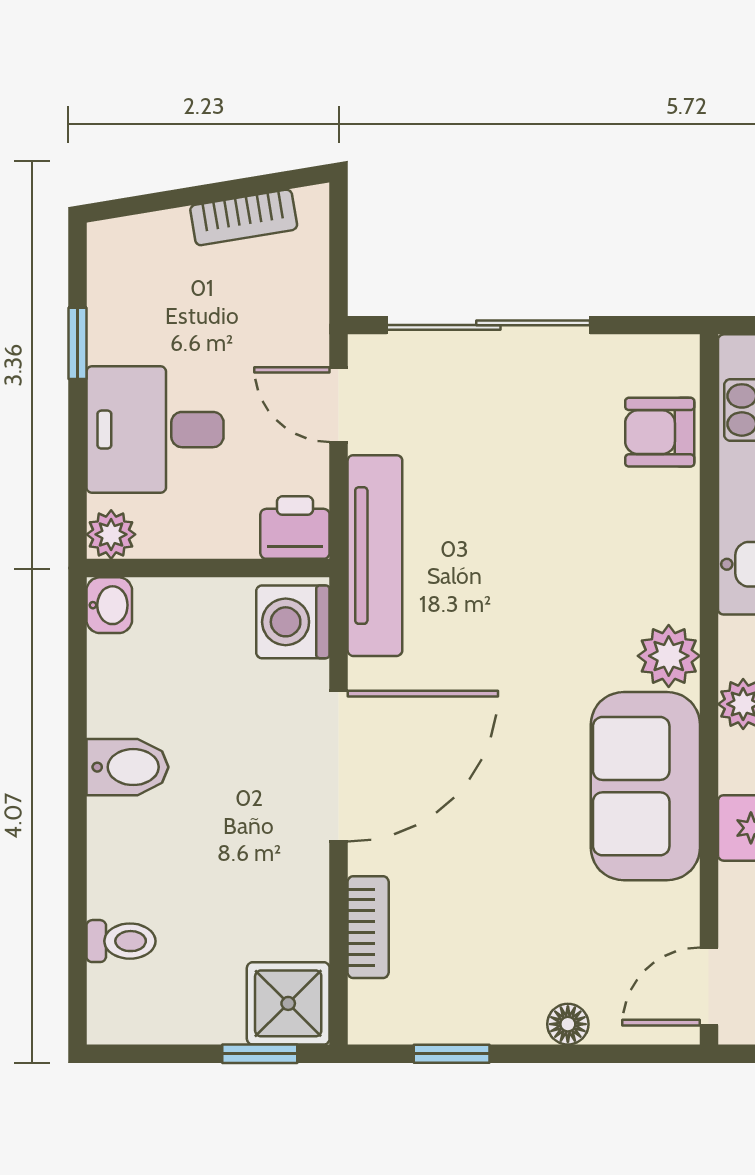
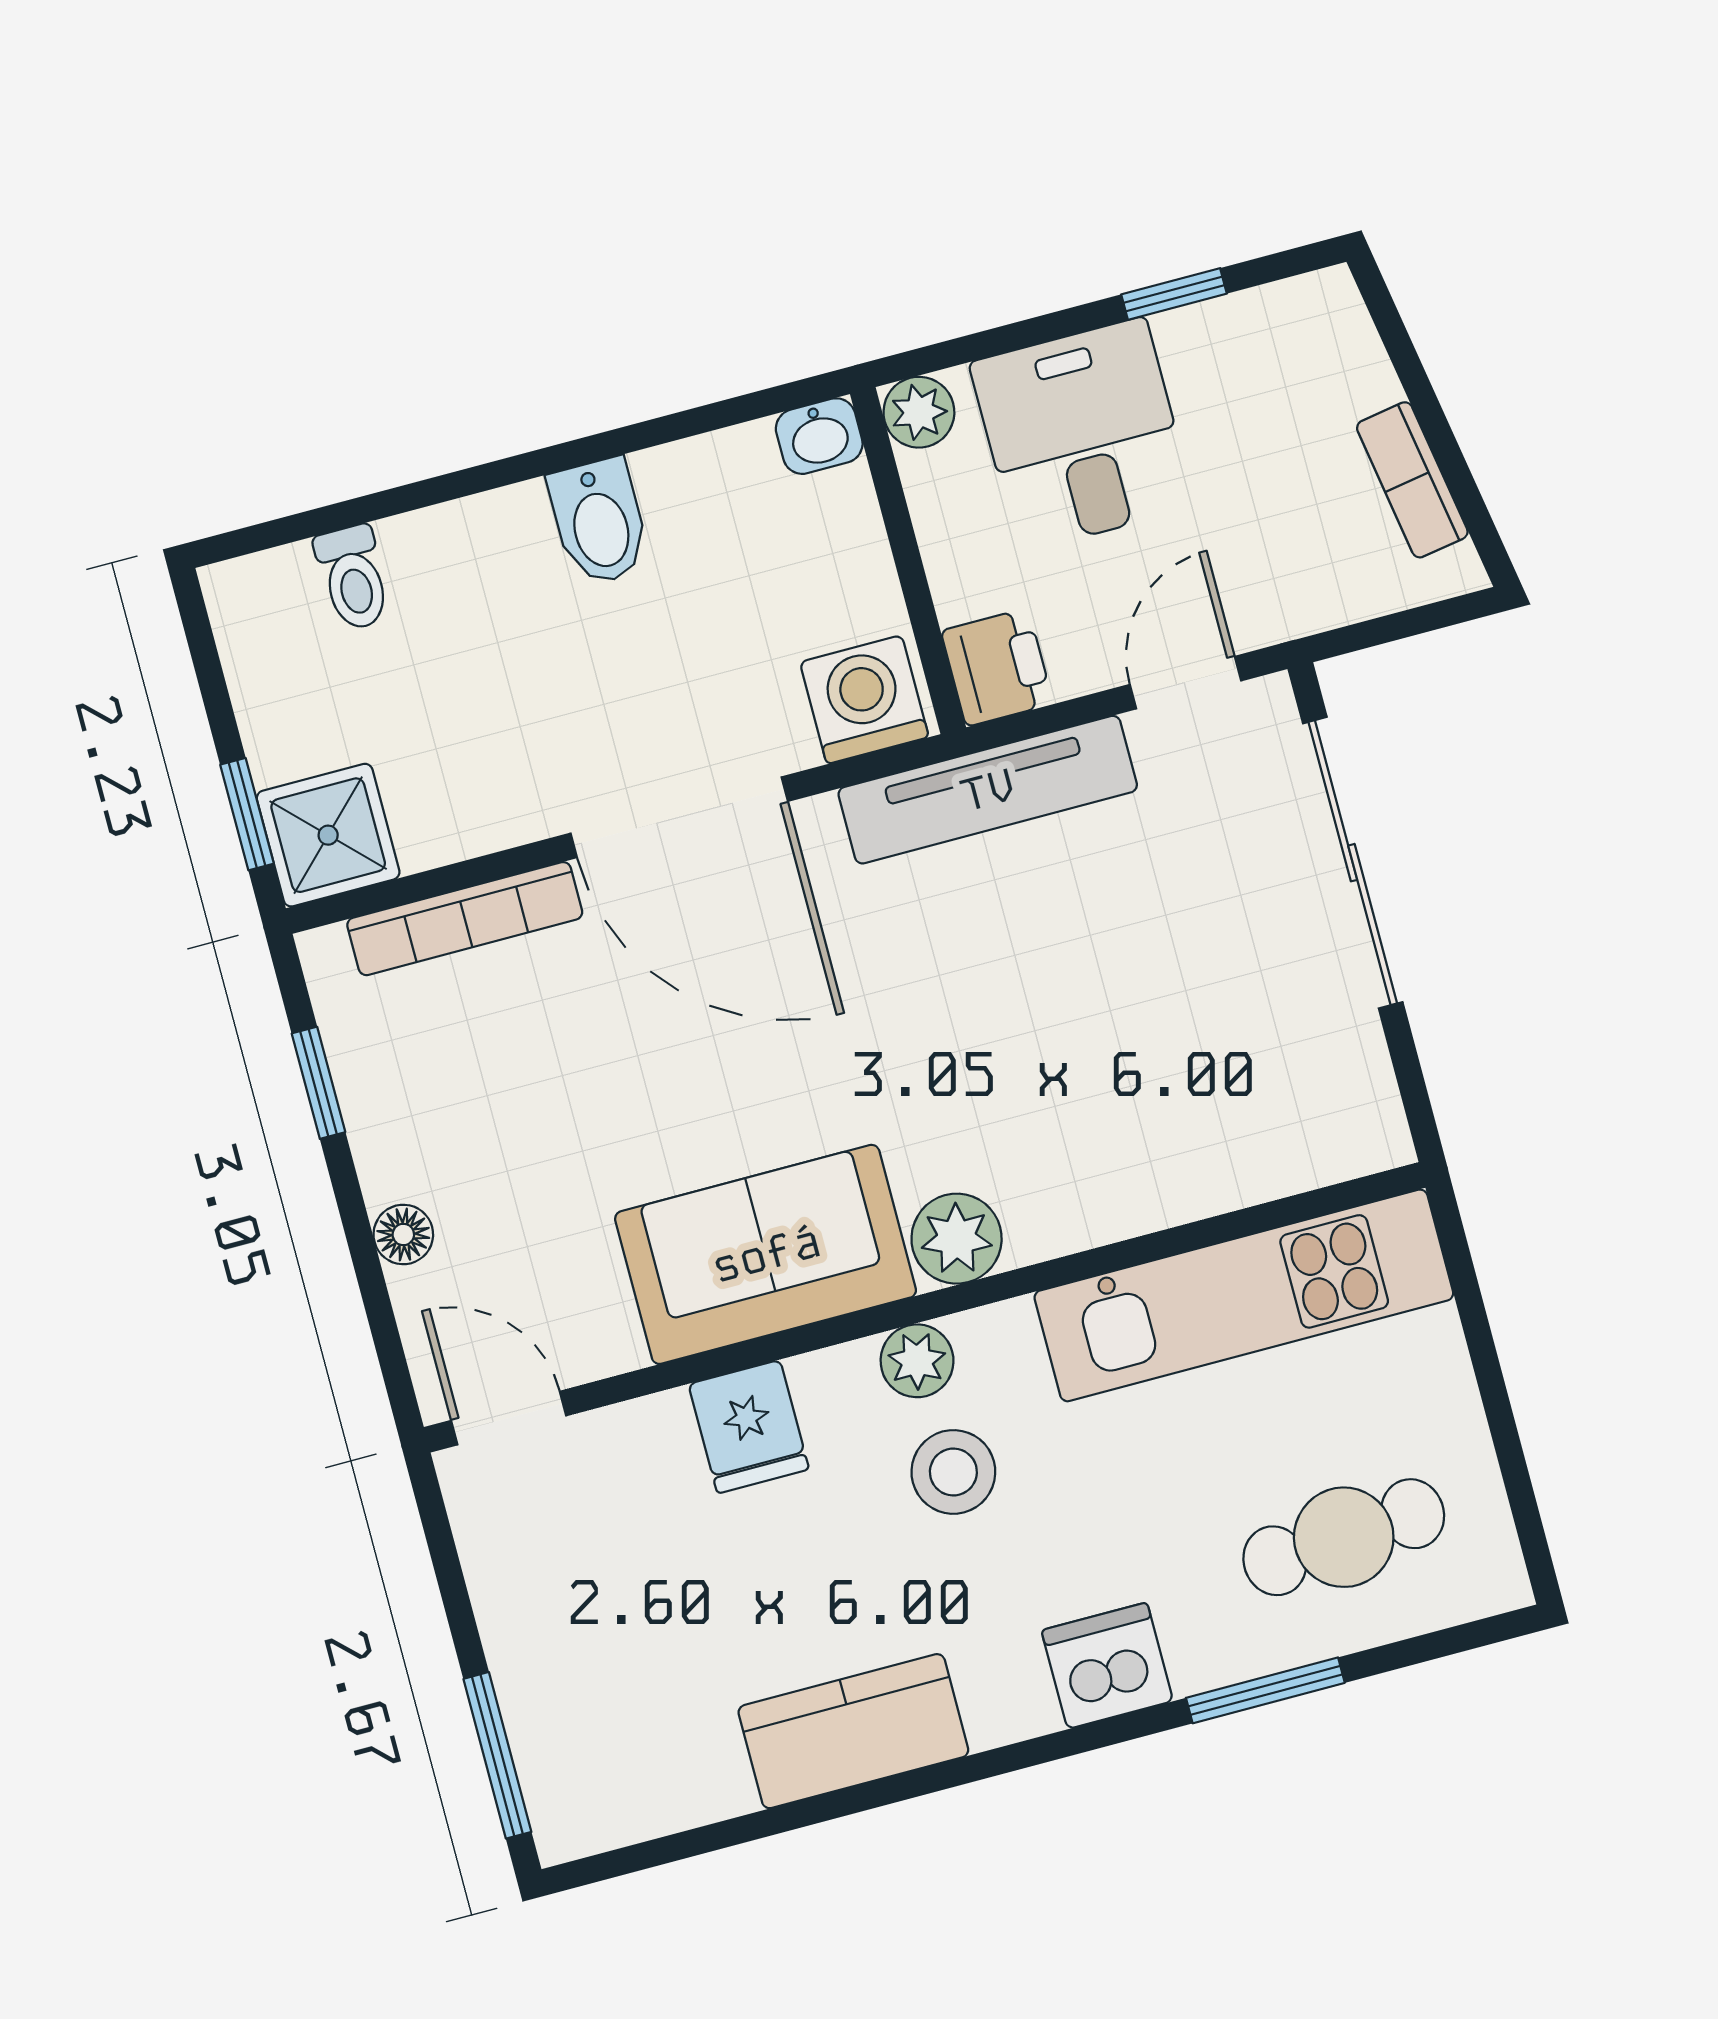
armchair: (660, 432) -> (1267, 1143), removed
bookcase: (368, 927) -> (465, 919), width x1.56

